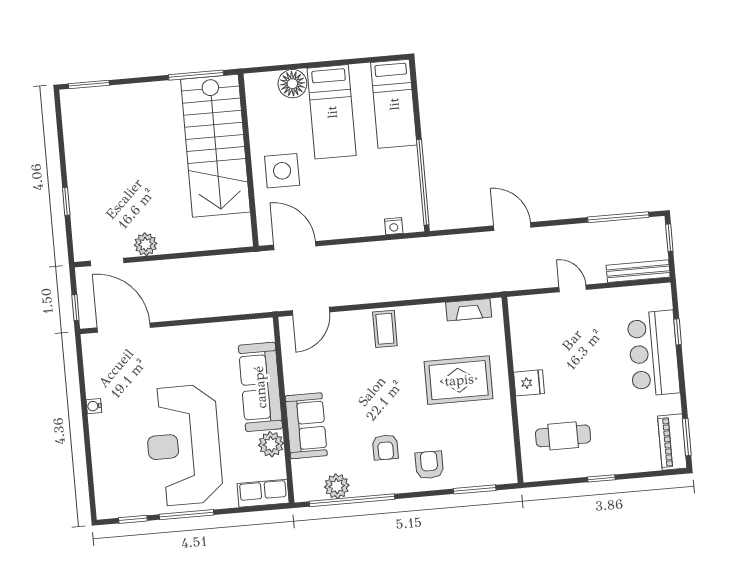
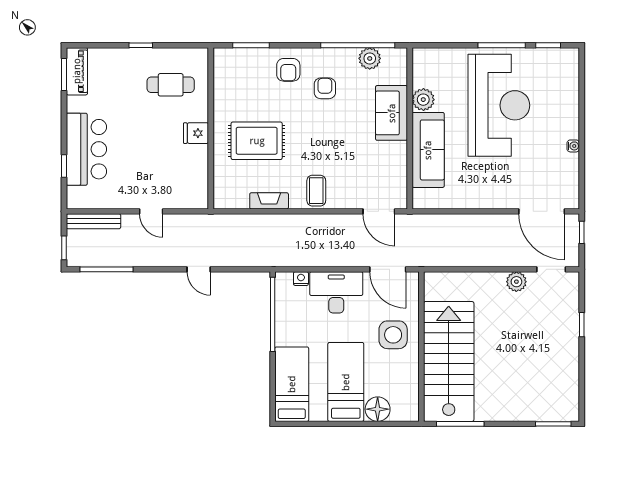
desk: (352, 214) -> (336, 292), added
door: (512, 226) -> (199, 269), width x0.73
fireplace: (469, 310) -> (269, 201), moved
door: (311, 311) -> (379, 211), swing flipped
row of seats: (263, 493) -> (434, 58), removed

